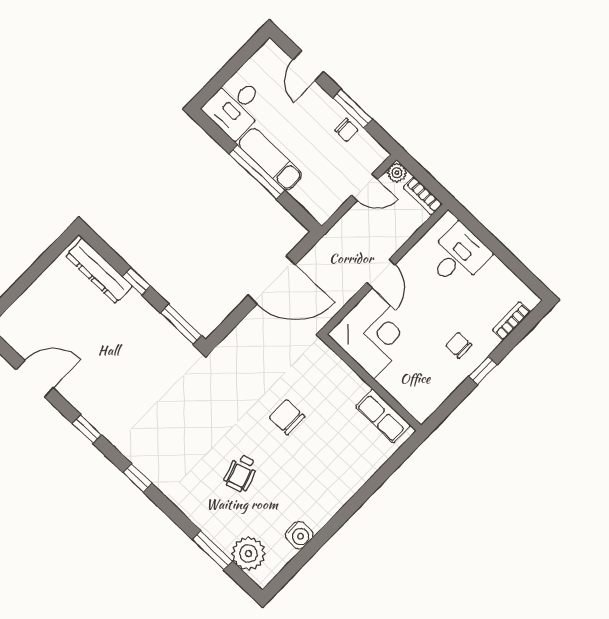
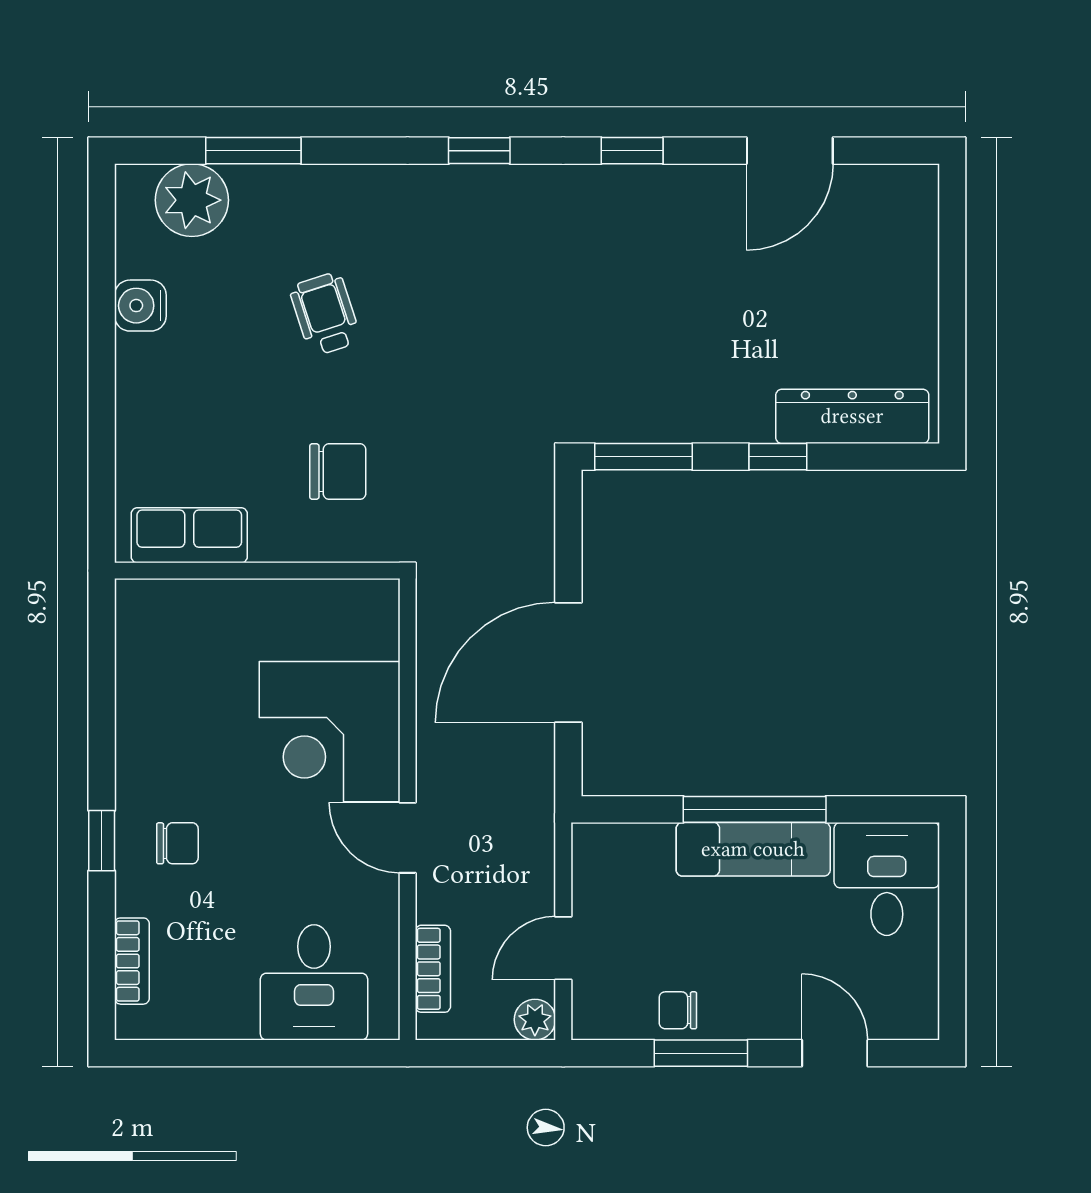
bookcase: (423, 196) -> (433, 969), moved, turned 90
wall: (372, 382) -> (257, 571), moved
row of seats: (383, 416) -> (189, 535), moved

